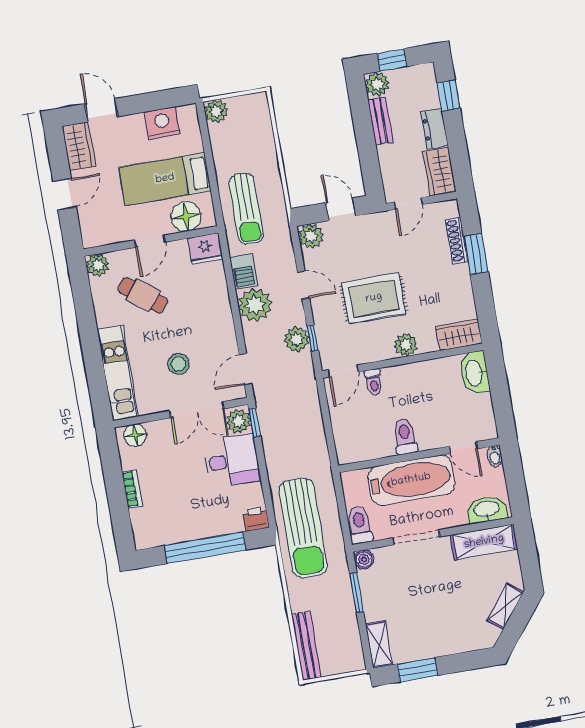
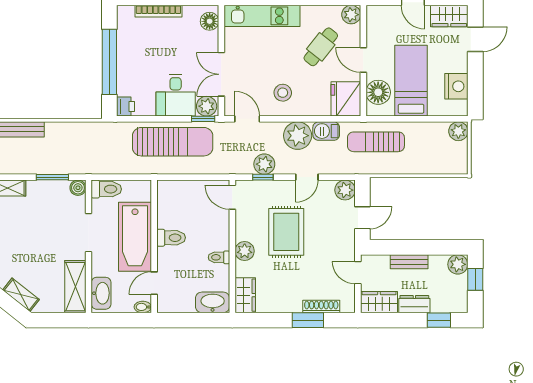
bench: (380, 121) -> (409, 262), moved
fridge: (205, 249) -> (346, 99), width x1.36, depth x1.34
stool: (179, 364) -> (283, 93), moved
toilet: (374, 382) -> (219, 257), moved
bookcase: (132, 489) -> (158, 11), width x1.56
sun lounger: (303, 528) -> (173, 142), moved, turned 180

